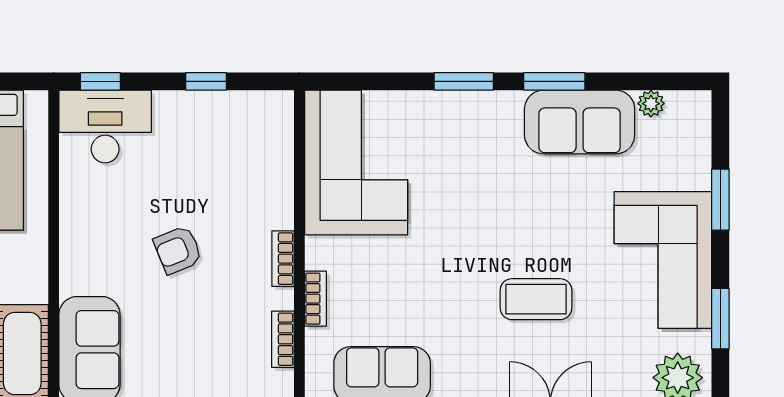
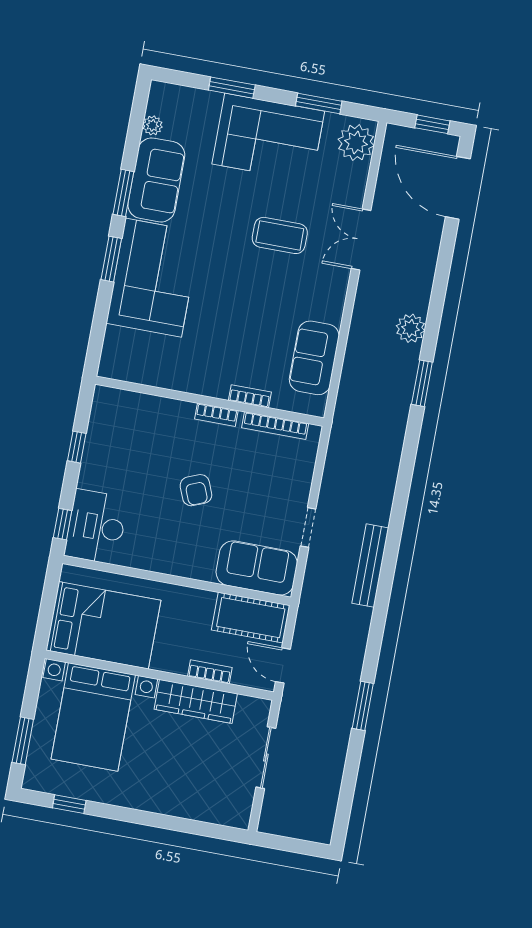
corner sofa: (356, 162) -> (153, 278), moved, turned 90
coffee table: (536, 299) -> (280, 235), turned 90
bookcase: (283, 339) -> (275, 426), width x1.56

